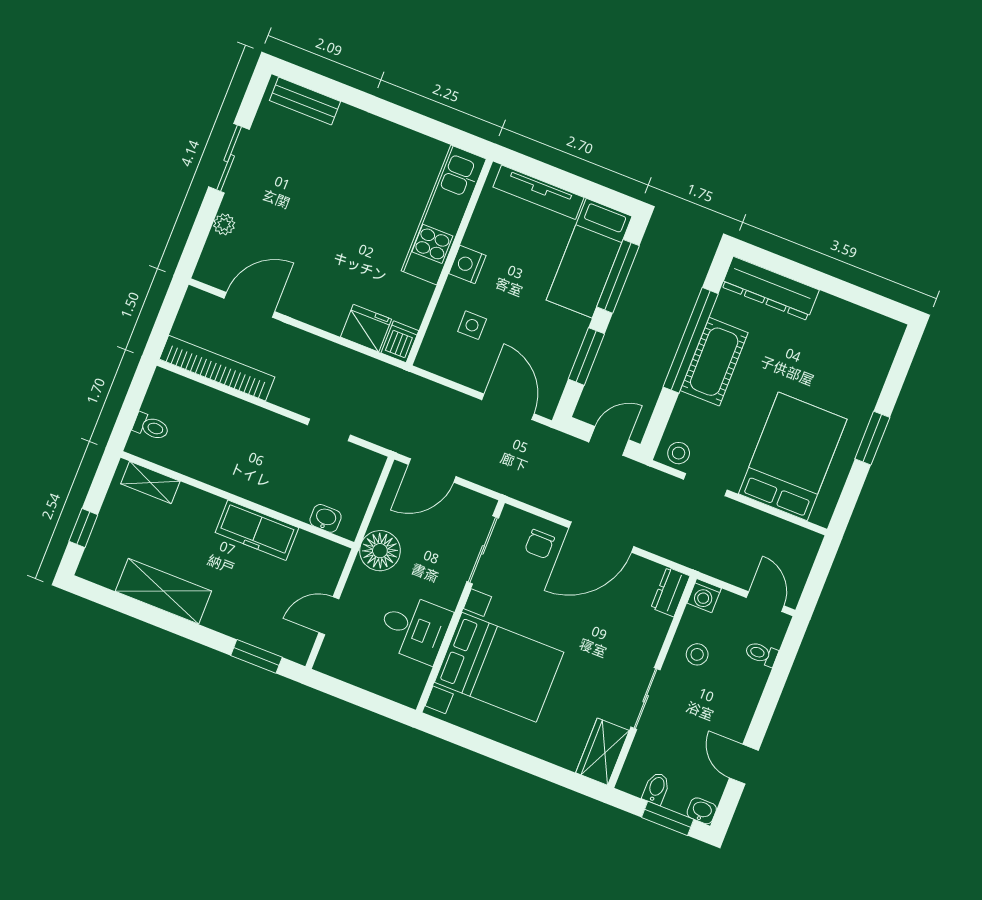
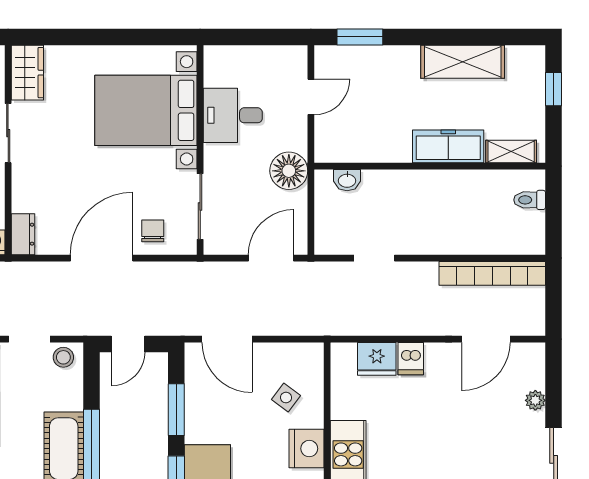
nightstand: (467, 265) -> (306, 449), width x1.36, depth x1.33
side table: (472, 325) -> (286, 398), turned 37
dishwasher: (400, 342) -> (411, 359), moved
freezer: (257, 530) -> (448, 146), moved

